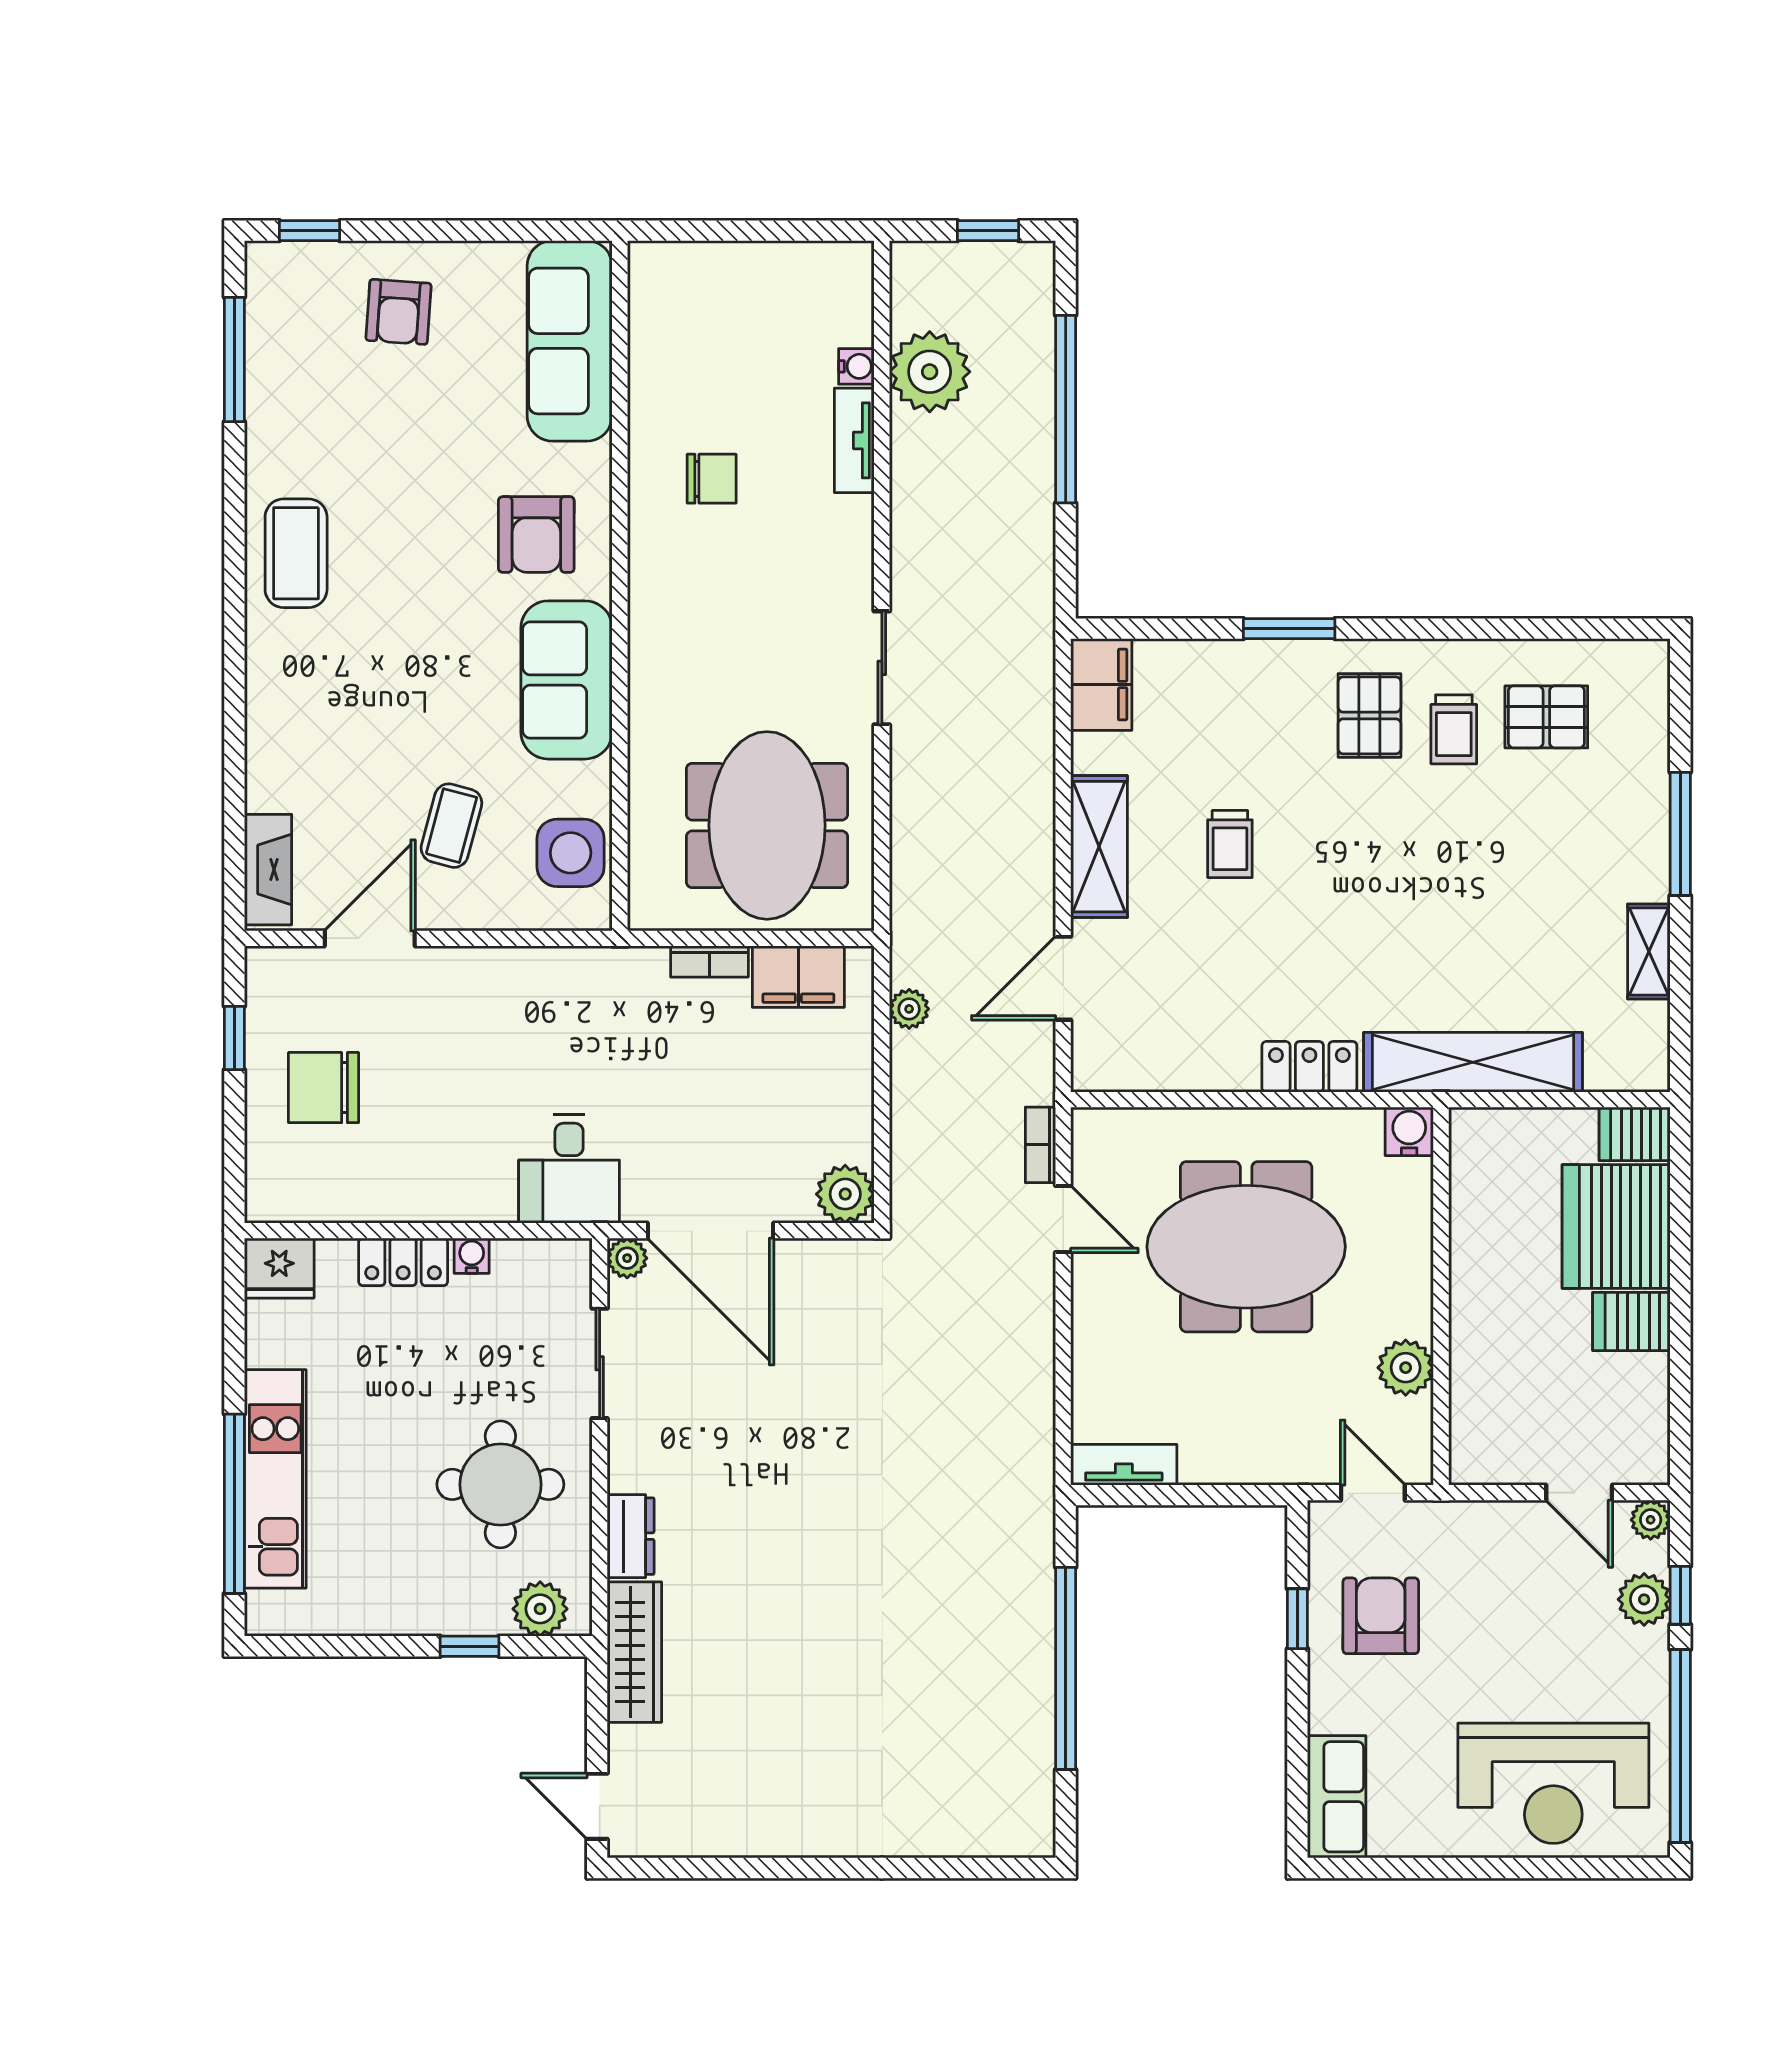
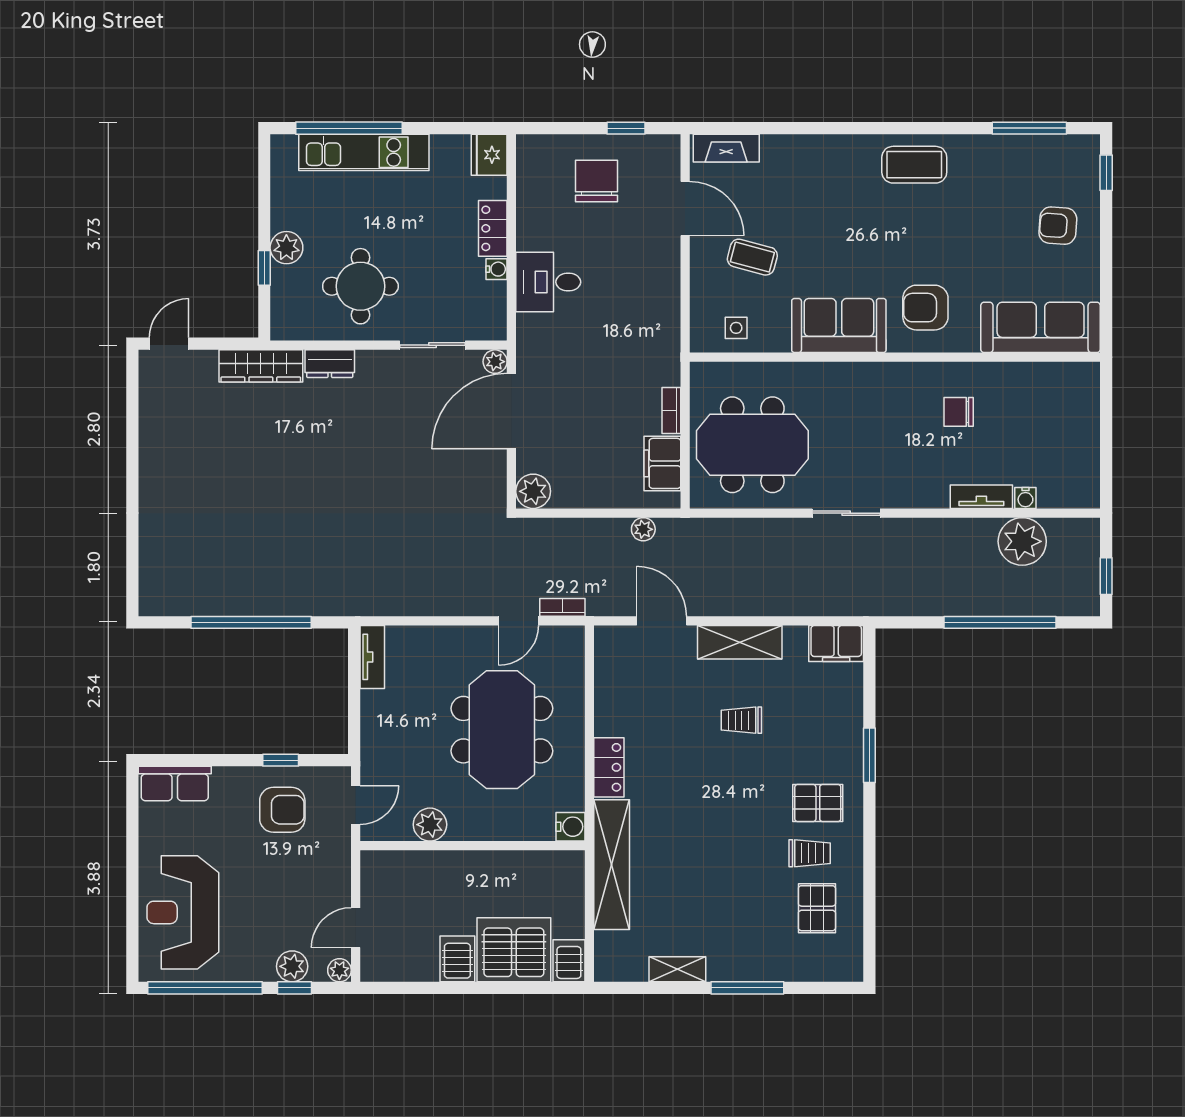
chair: (712, 479) -> (959, 412), turned 90
trolley: (1454, 729) -> (810, 853), turned 180
side table: (571, 853) -> (736, 328), width x0.54, depth x0.54
desk: (569, 1169) -> (548, 282), moved
plant: (540, 1609) -> (286, 248), moved

